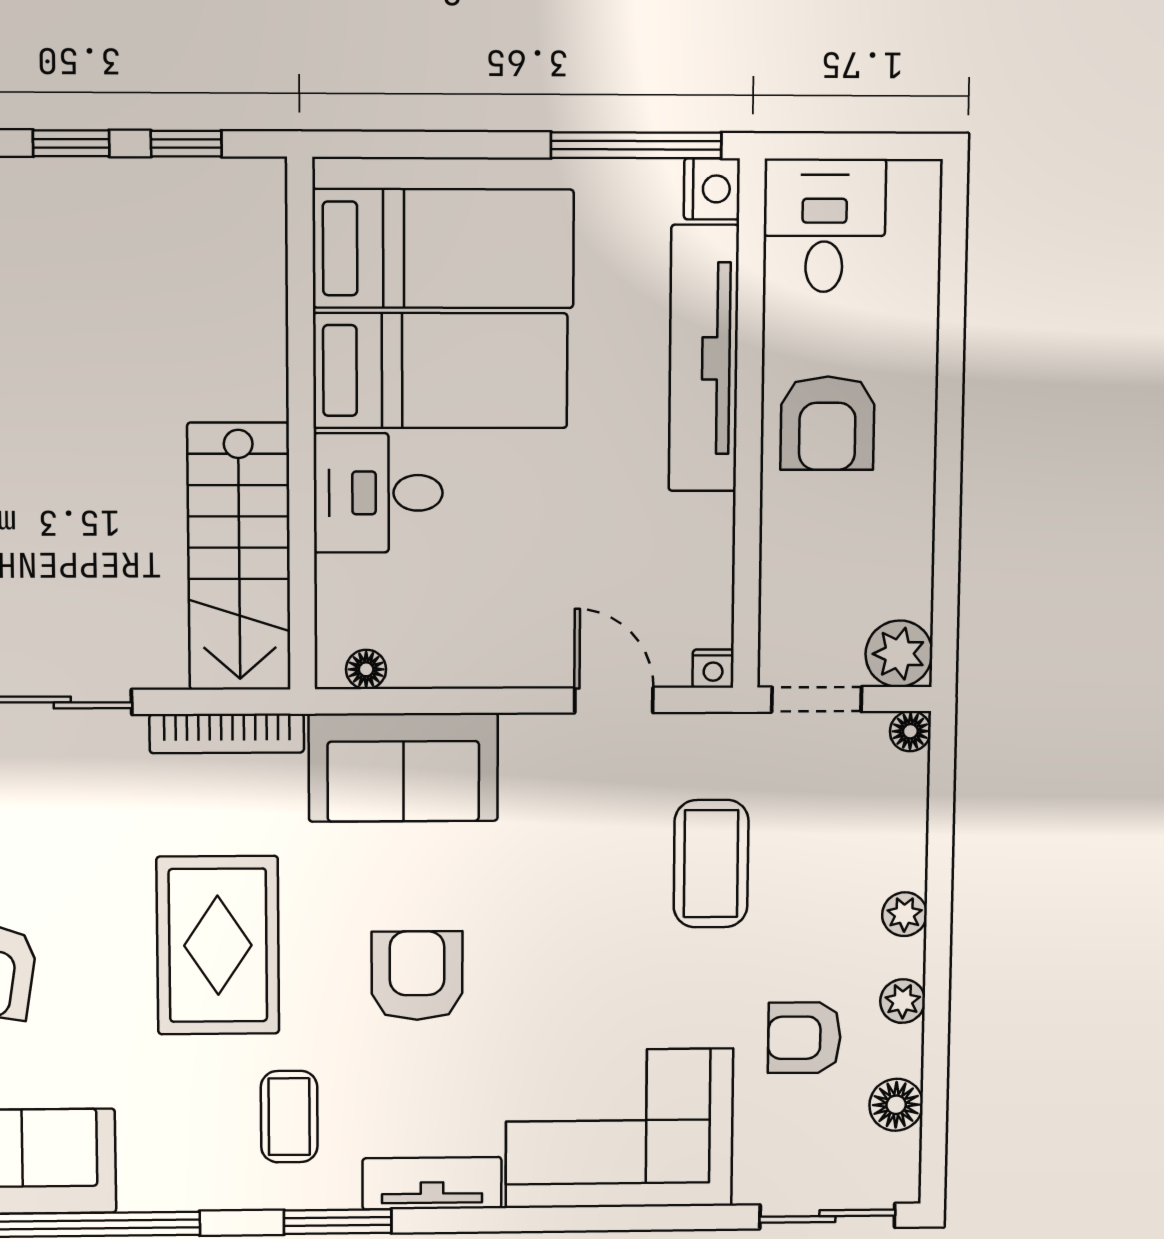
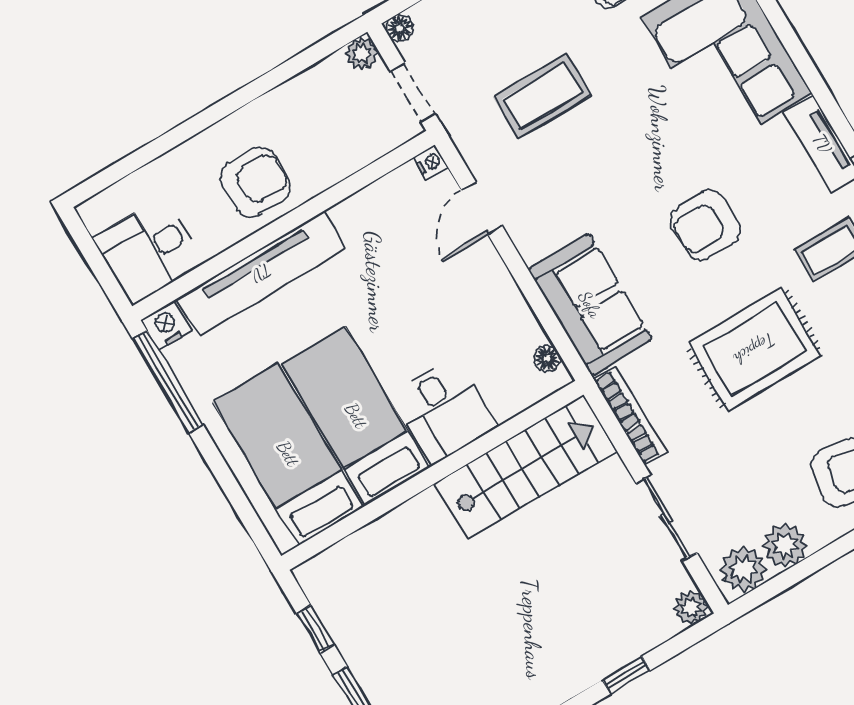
plant: (899, 654) -> (362, 54), width x0.73, depth x0.73

